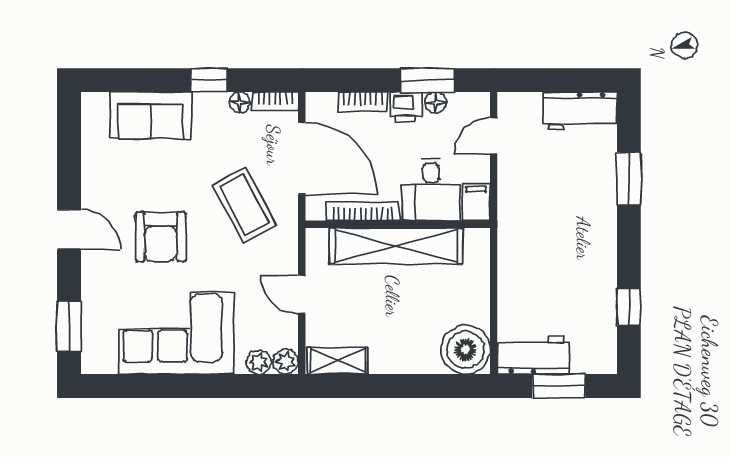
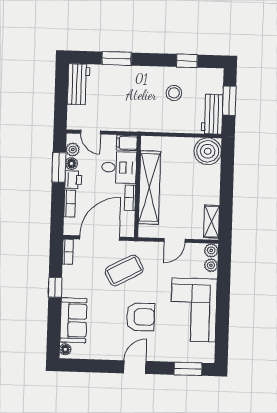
floor lamp: (240, 102) -> (65, 349), moved
plant: (461, 104) -> (73, 150), added
bookcase: (363, 211) -> (130, 198), width x0.64
stool: (570, 285) -> (174, 93), added

